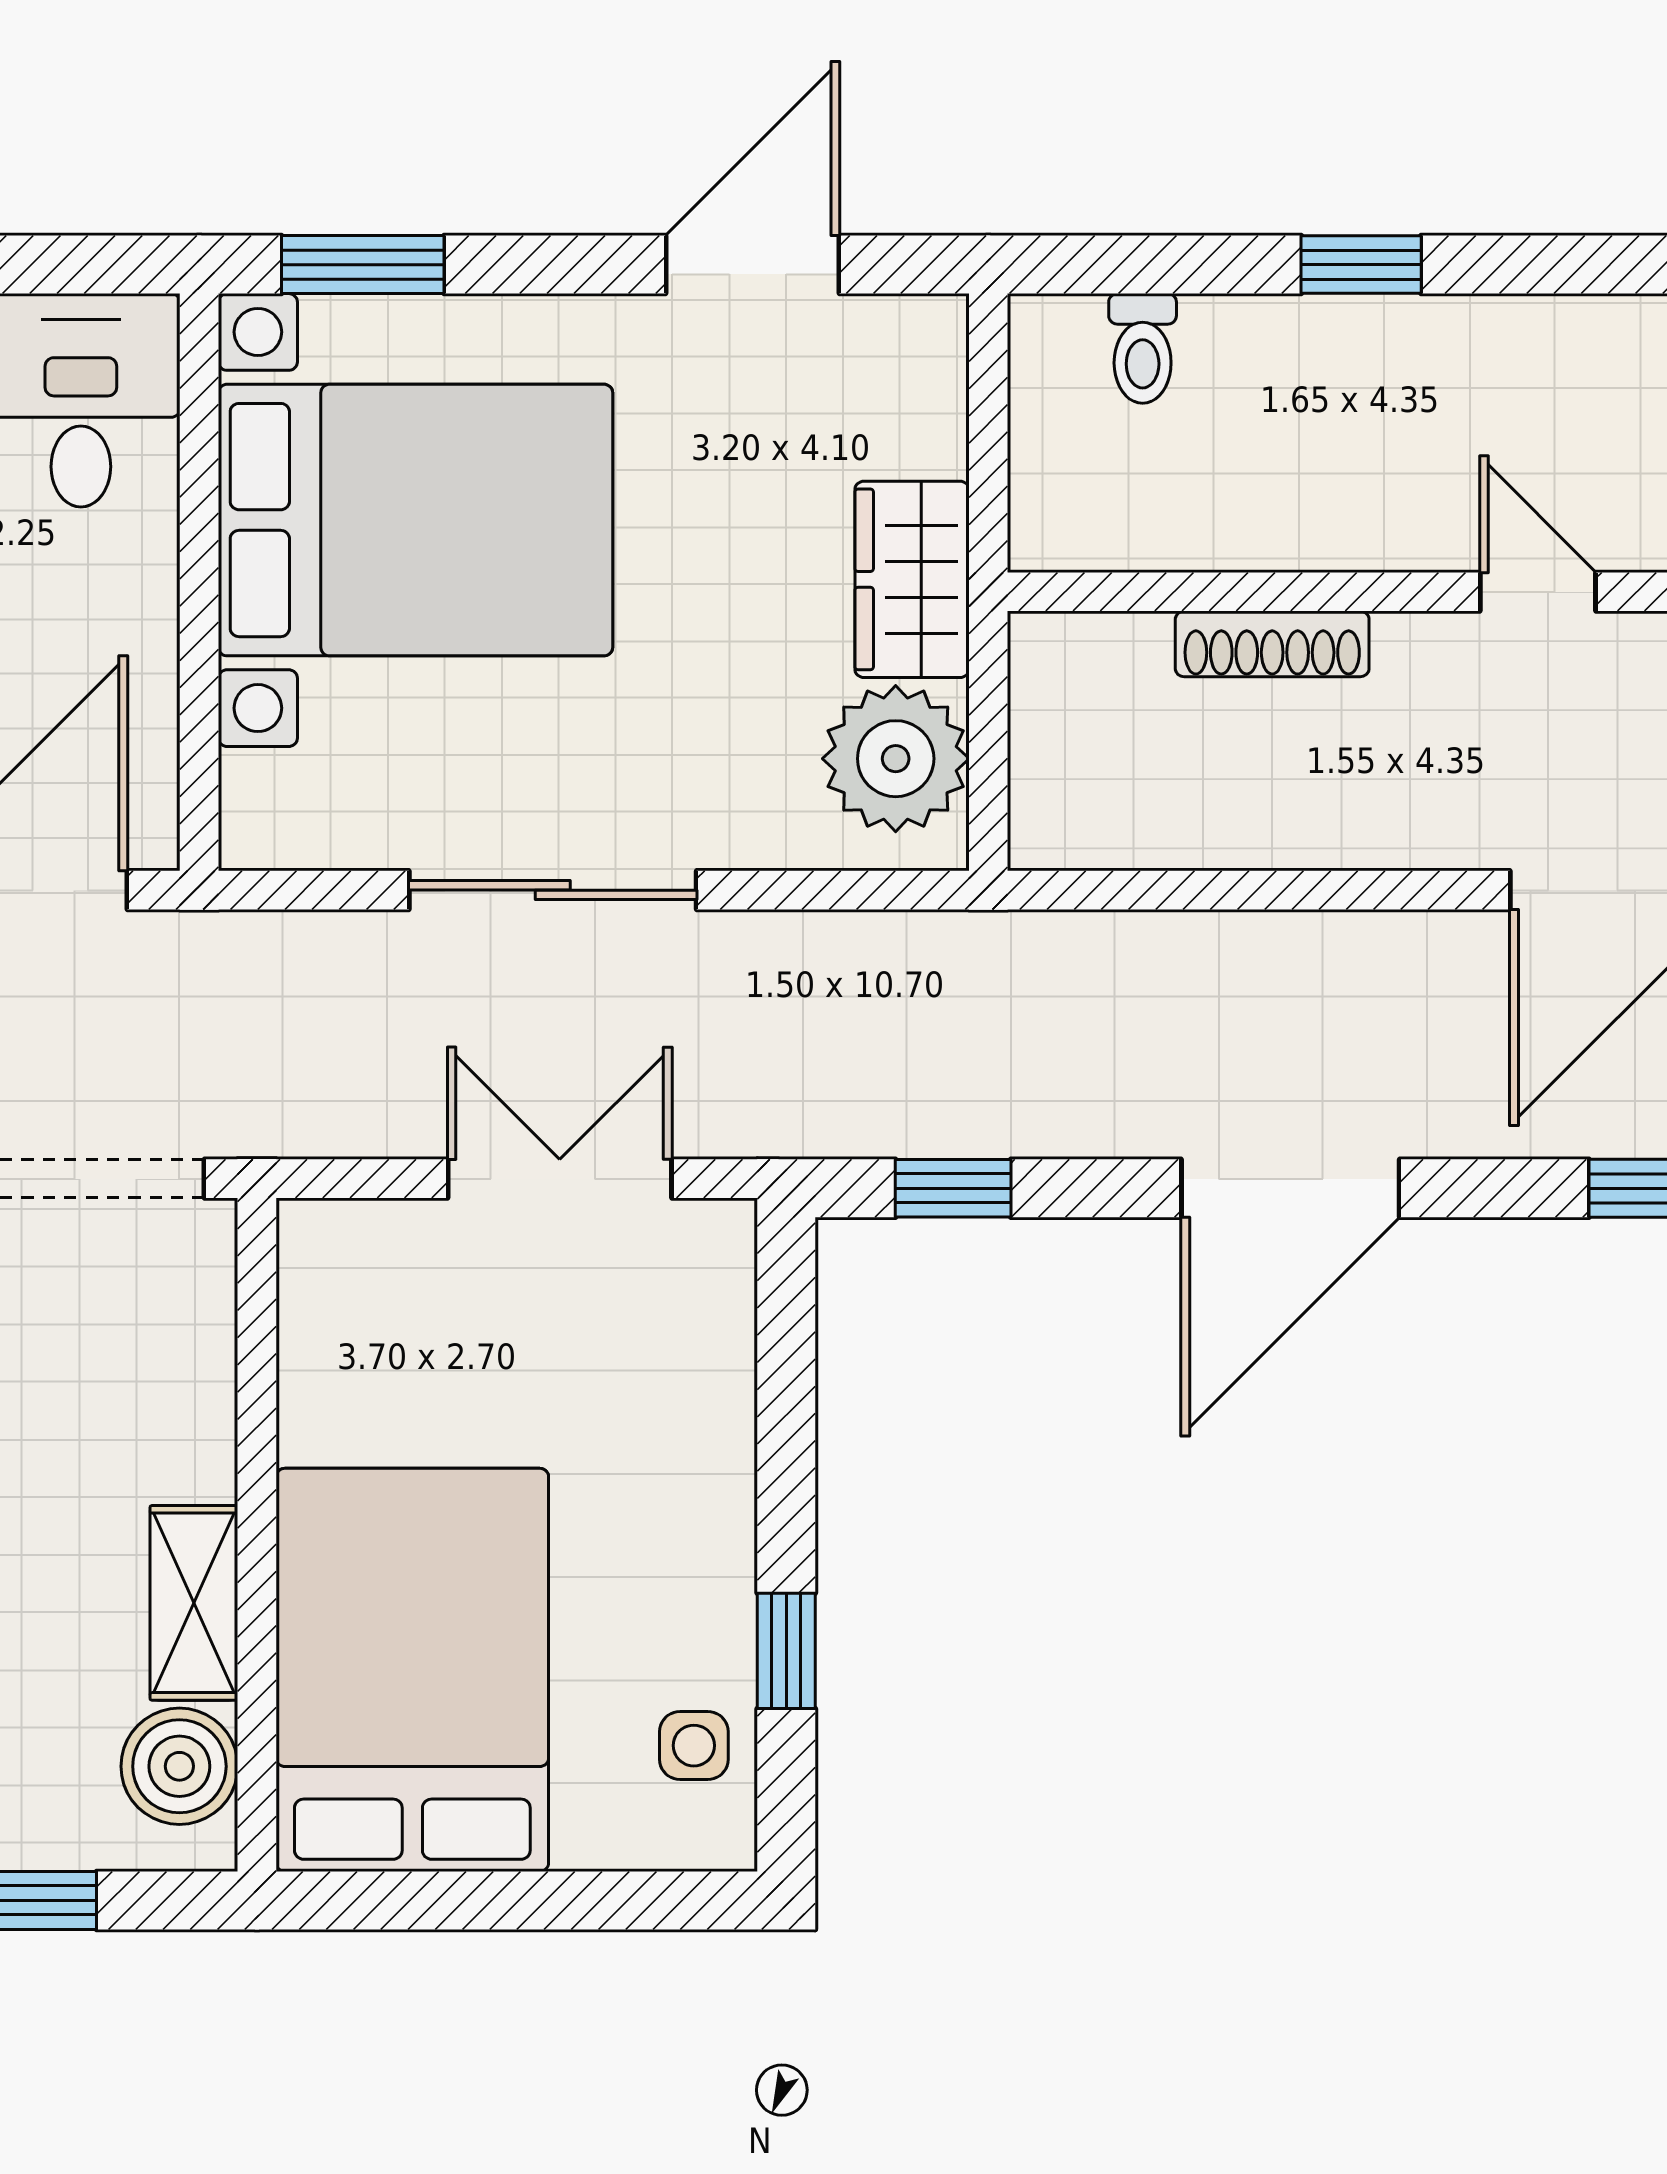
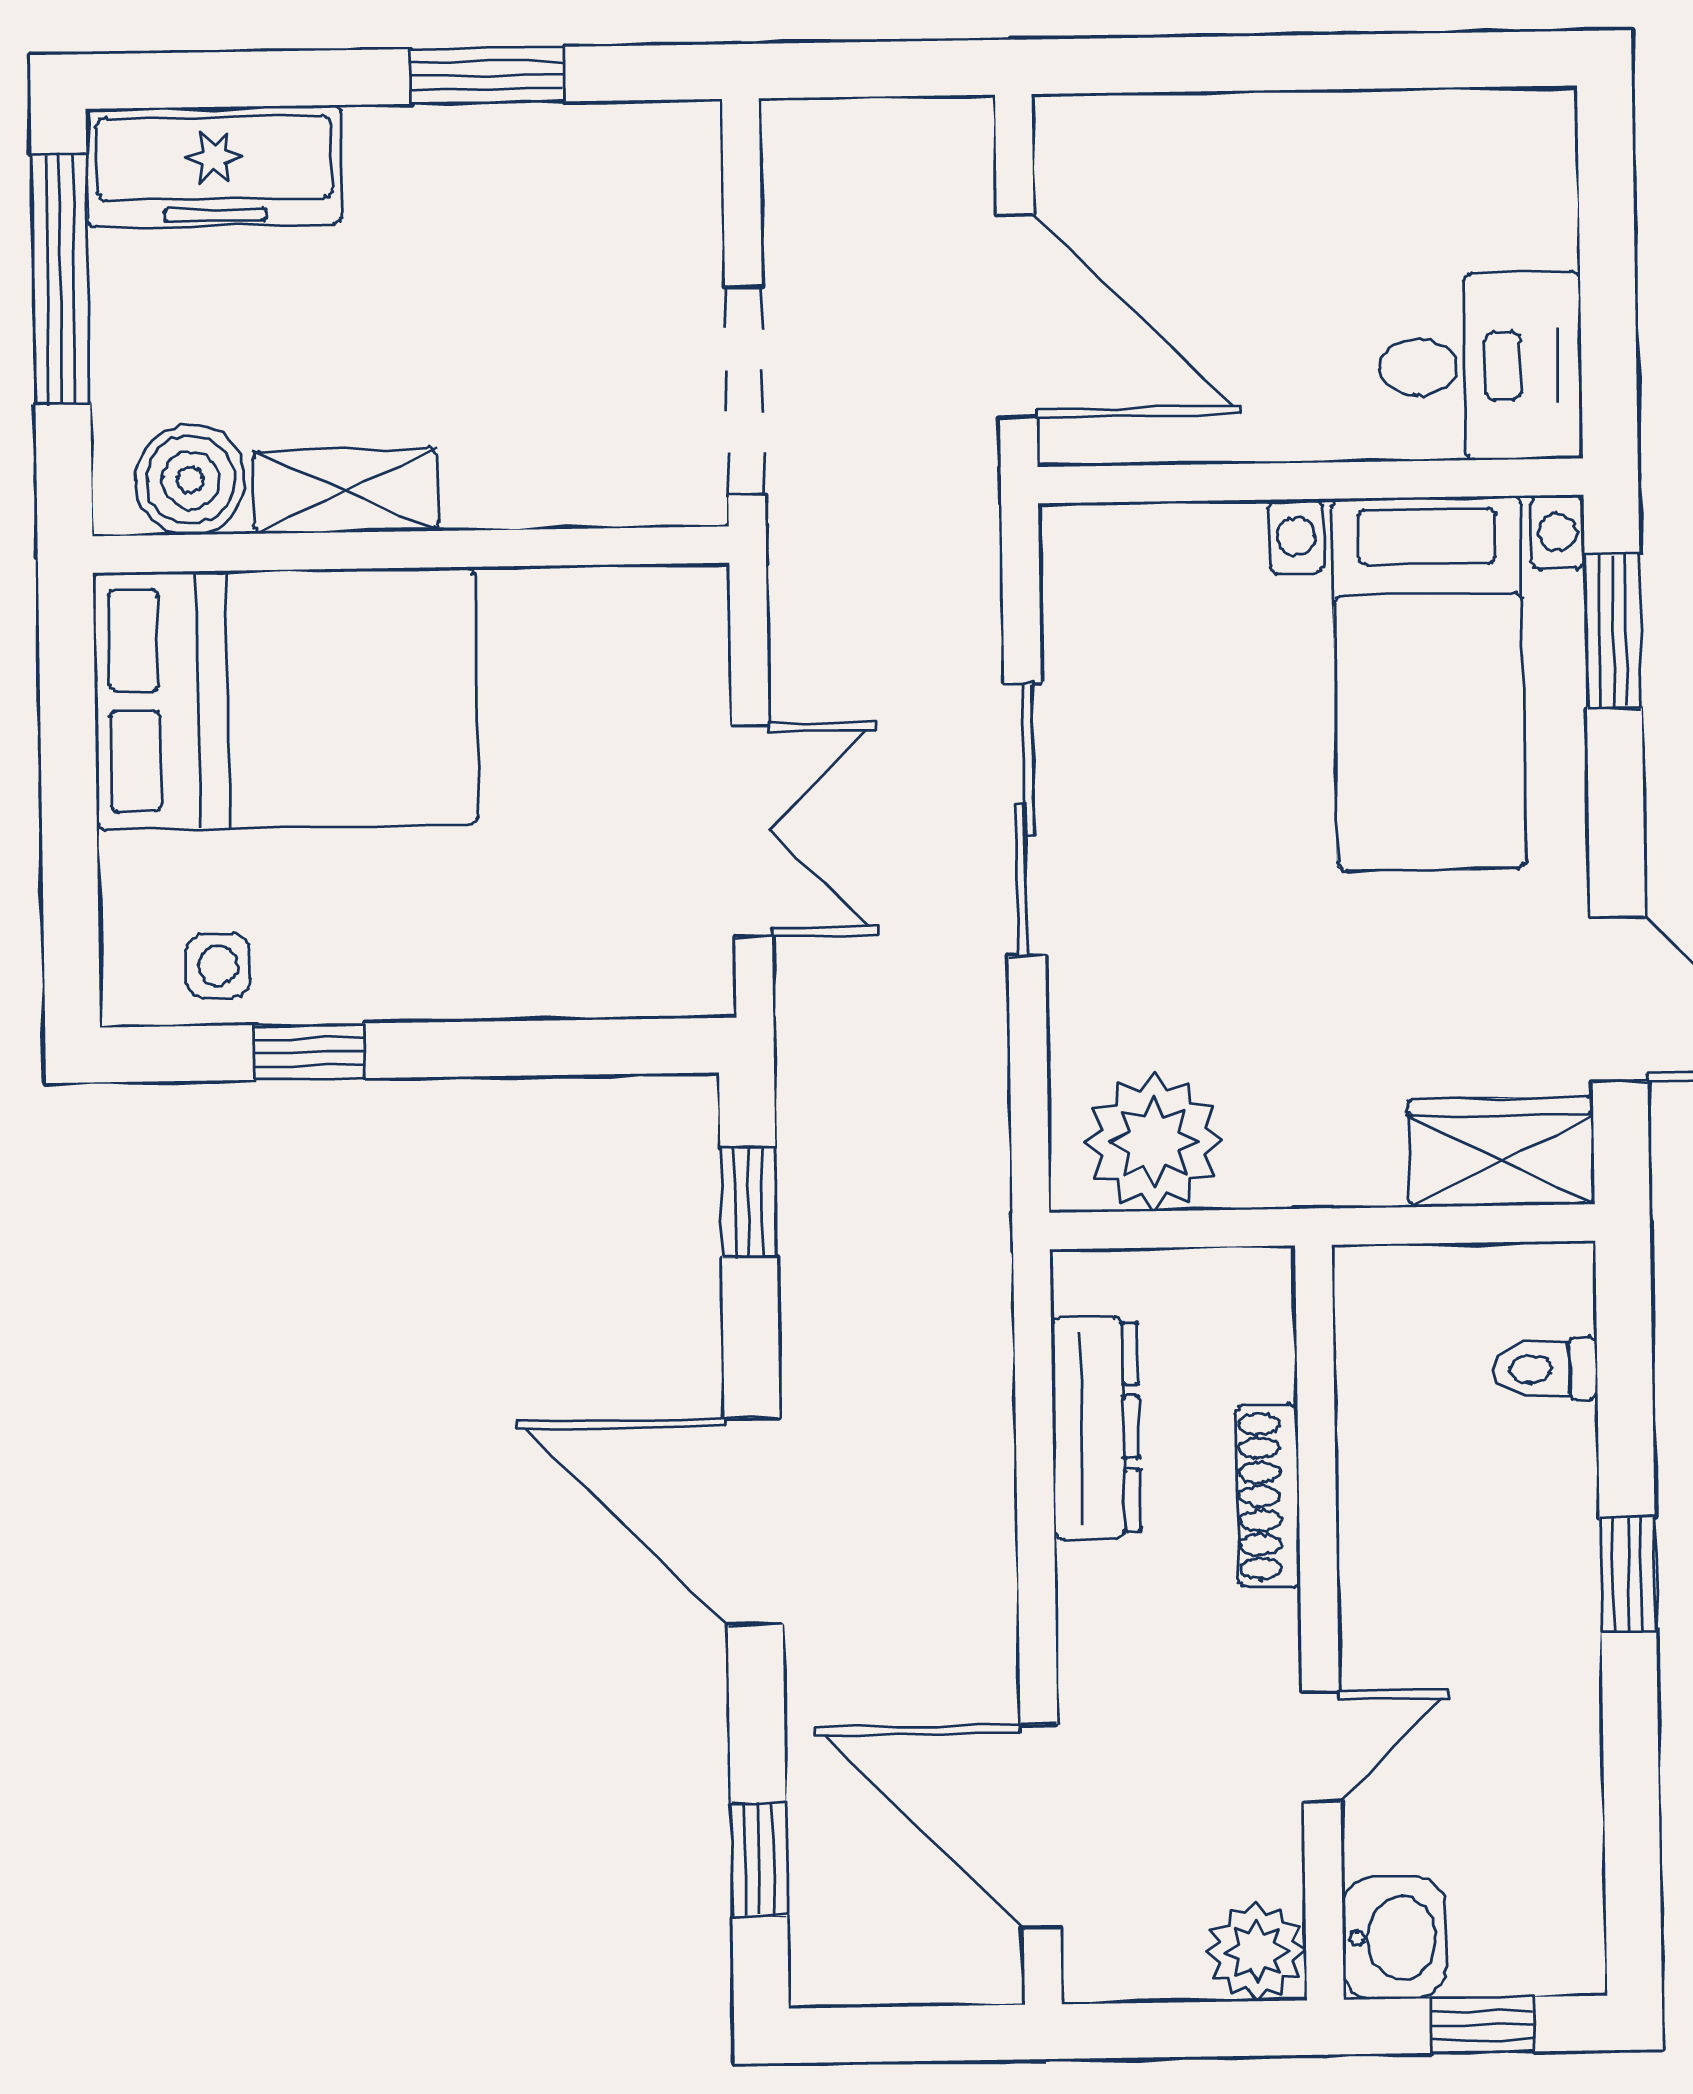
bed with nightstands: (415, 520) -> (1429, 684), width x0.73
wardrobe: (912, 579) -> (1501, 1152), moved
dresser: (1197, 825) -> (1096, 1428), added

